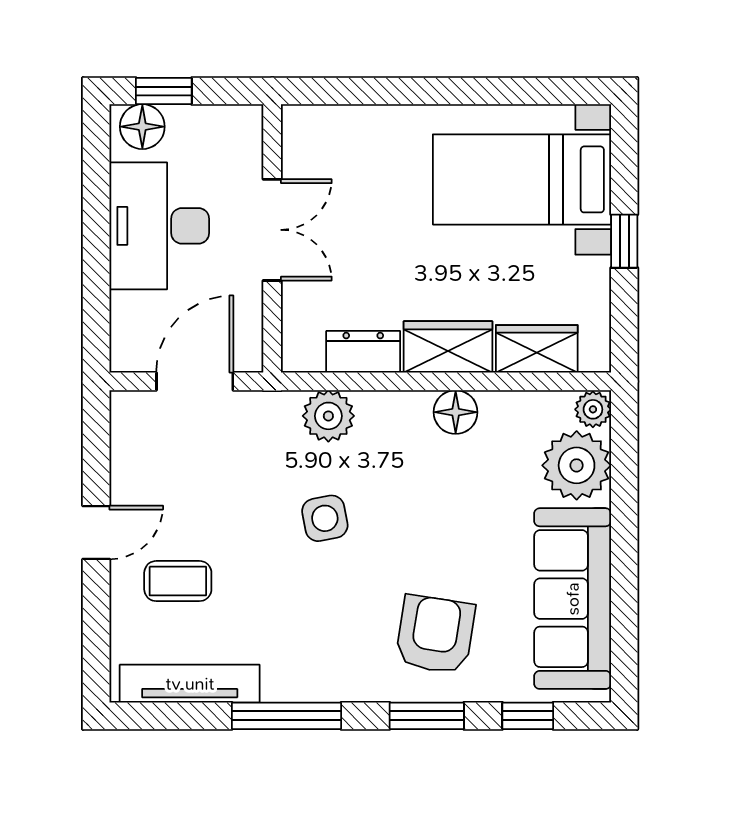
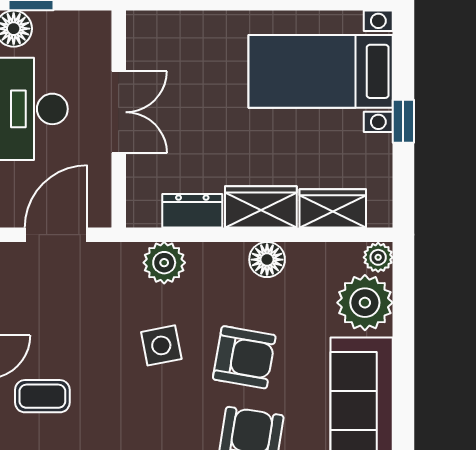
armchair: (427, 533) -> (244, 357), added

